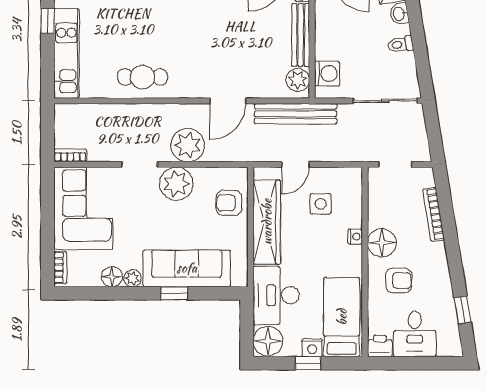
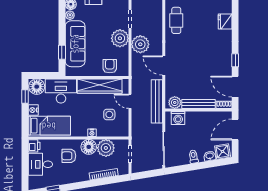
plant: (384, 210) -> (106, 148), added
armchair: (399, 280) -> (69, 156), turned 90
window: (174, 293) -> (62, 52), moved
window: (308, 363) -> (25, 97), moved

